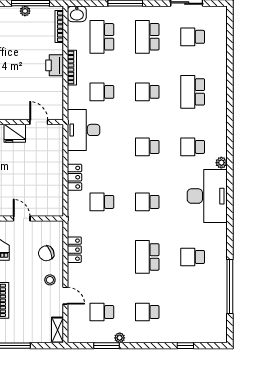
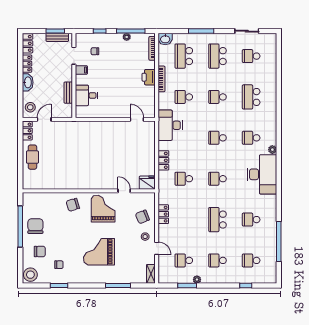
fridge: (15, 133) -> (147, 183), moved, turned 180
school desk: (193, 312) -> (251, 260), added

